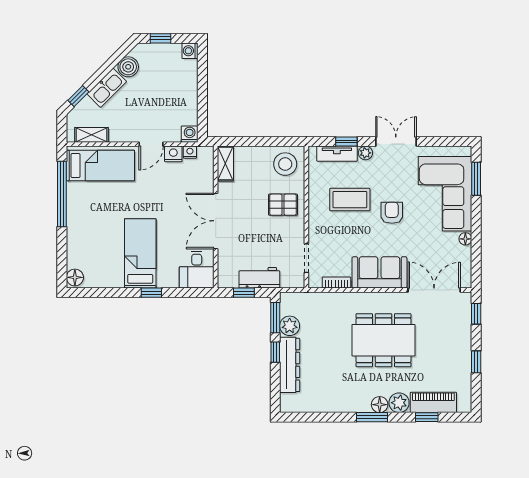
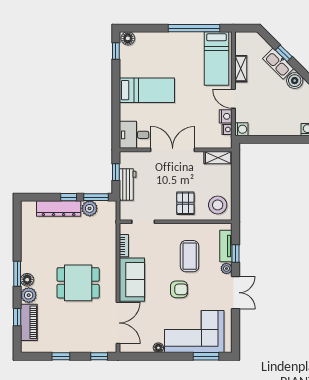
window: (78, 96) -> (284, 53), moved
shelving: (91, 135) -> (241, 69), moved
window: (151, 293) -> (116, 51), moved
dining table: (383, 340) -> (78, 283), width x0.73

